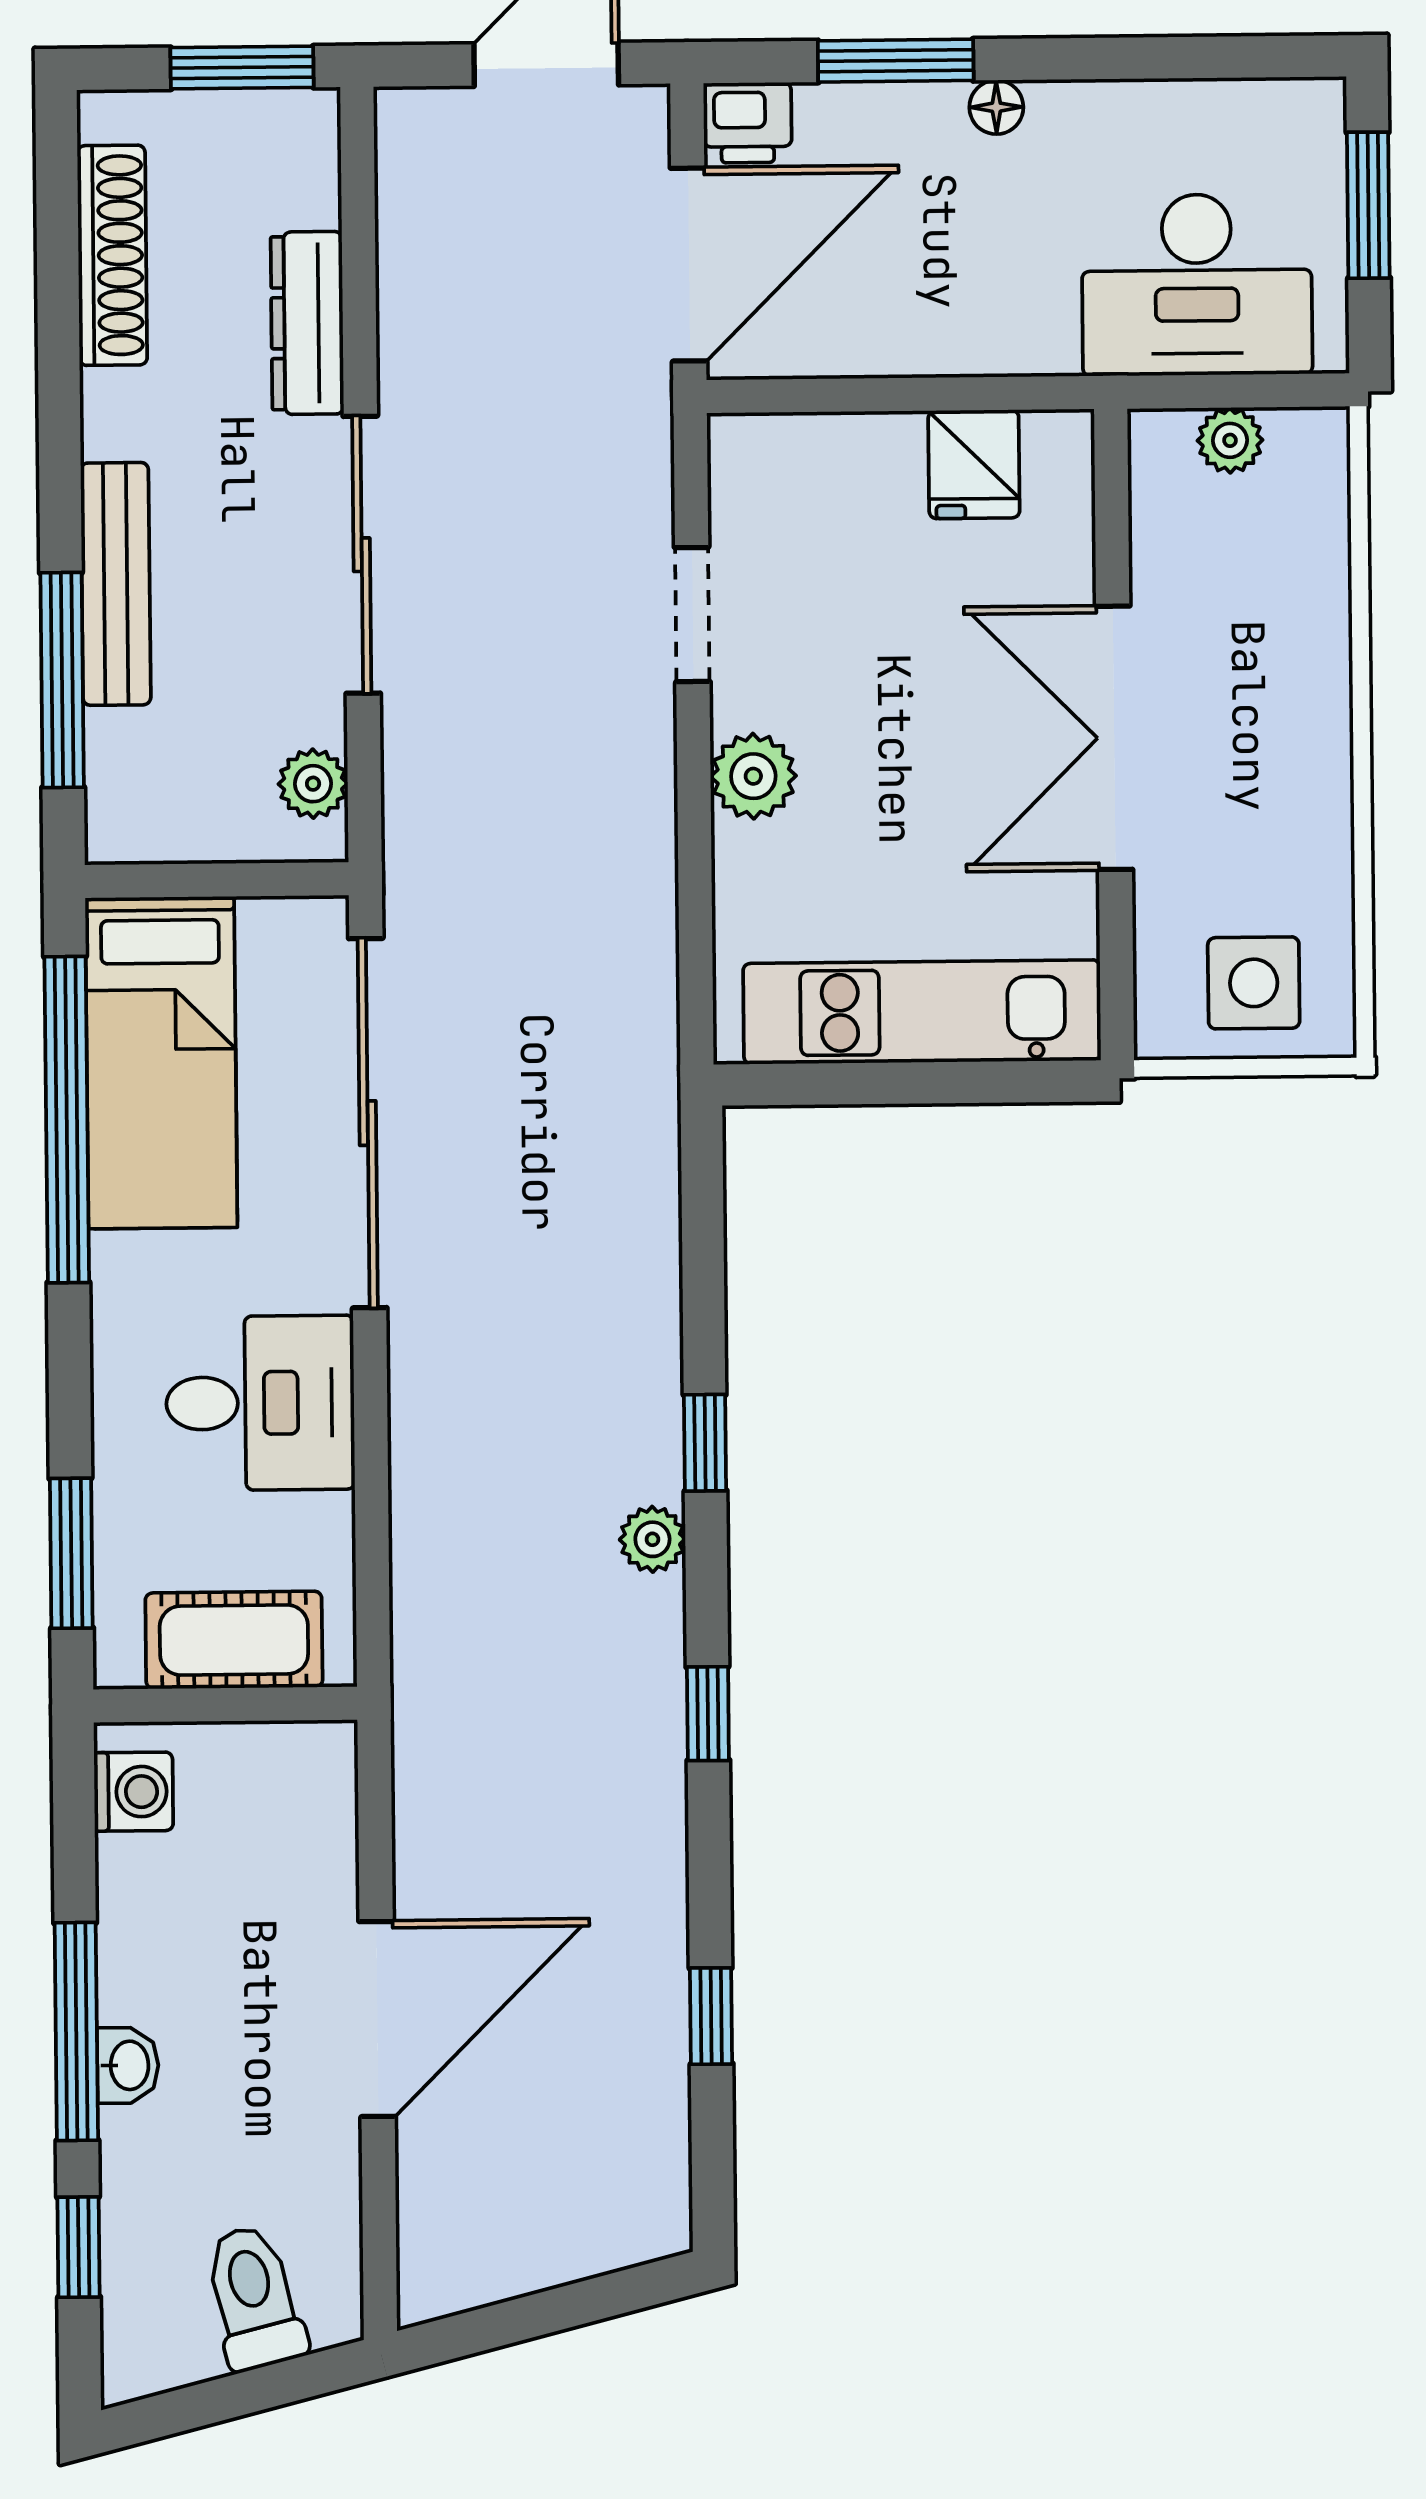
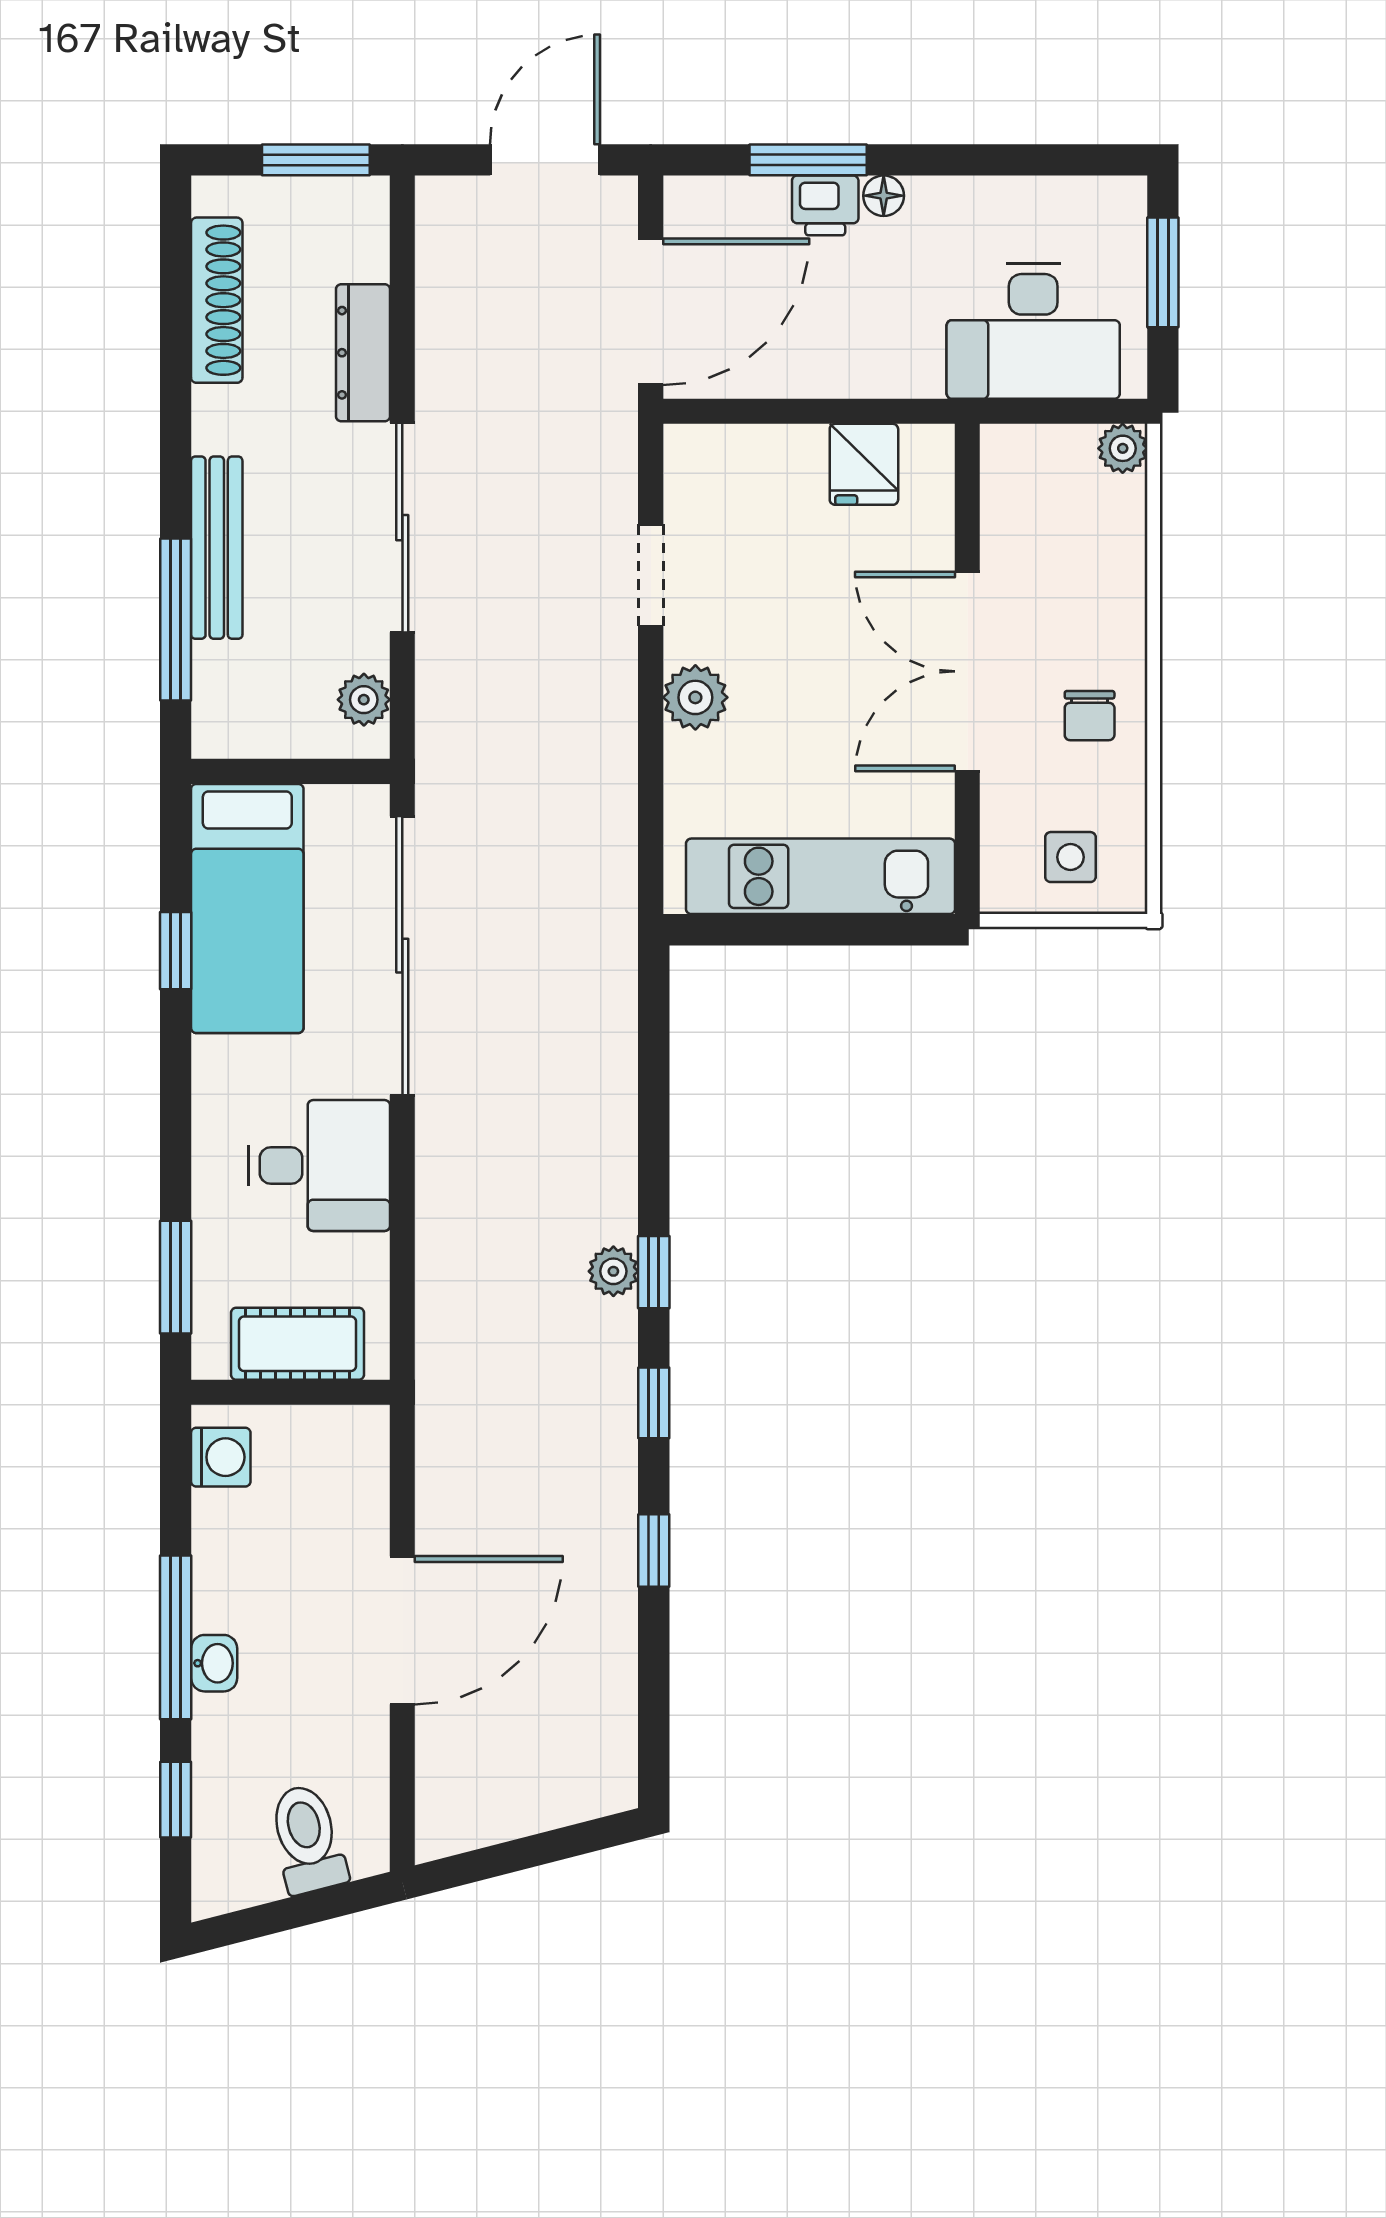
printer: (748, 123) -> (825, 205), moved
plant: (1230, 440) -> (1123, 448), moved
chair: (1277, 795) -> (1090, 716), added
side table: (1254, 983) -> (1070, 857), width x0.73, depth x0.73
window: (67, 1120) -> (176, 951), width x0.32
window: (705, 1443) -> (654, 1272), moved
window: (711, 2016) -> (654, 1550), moved

